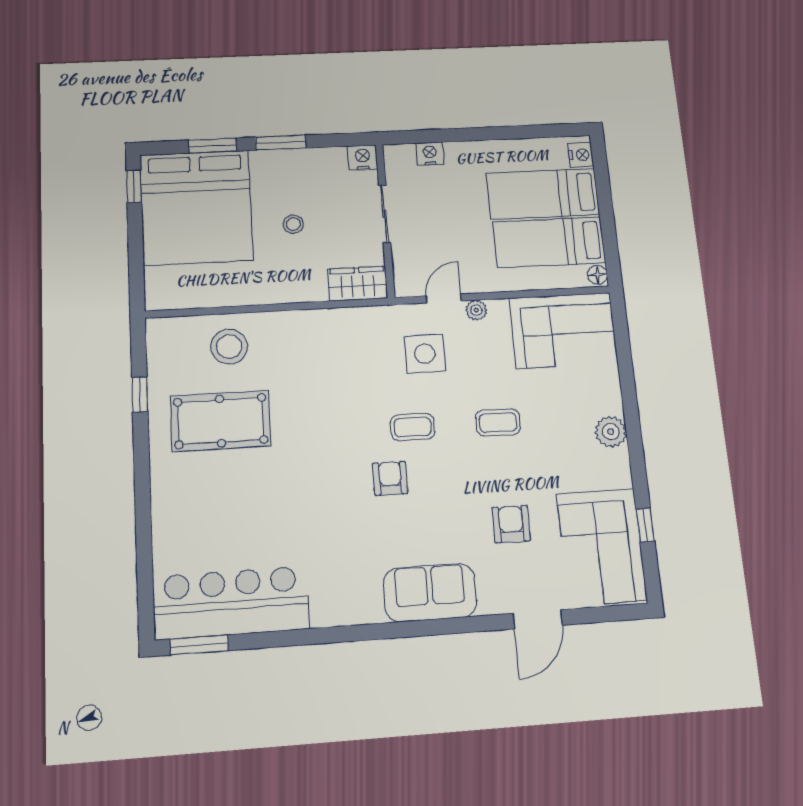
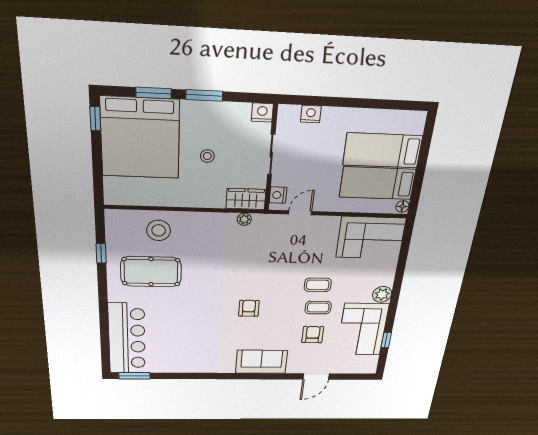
nightstand: (581, 155) -> (278, 195), moved, turned 180
plant: (476, 310) -> (244, 219), moved
side table: (425, 354) -> (282, 244), removed
coffee table: (413, 427) -> (318, 308), moved
corner sofa: (602, 547) -> (363, 329), moved
bar counter: (231, 603) -> (127, 339), moved, turned 90

